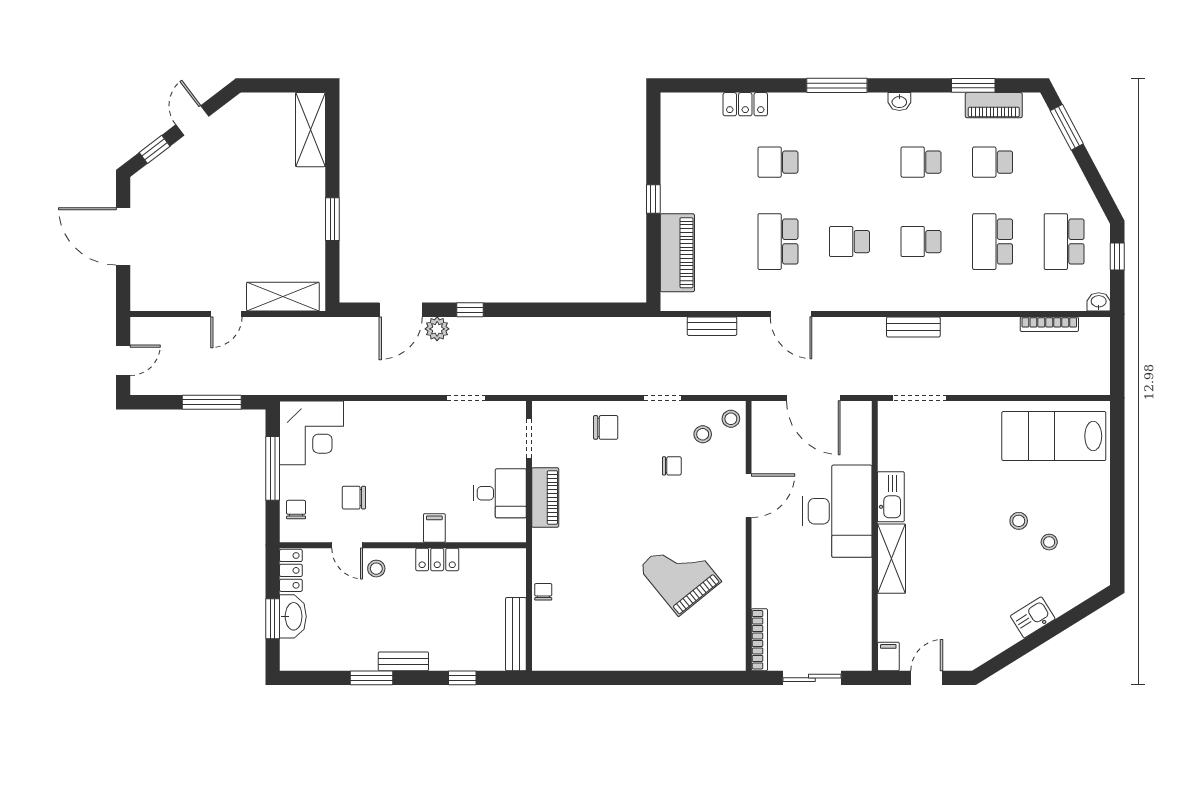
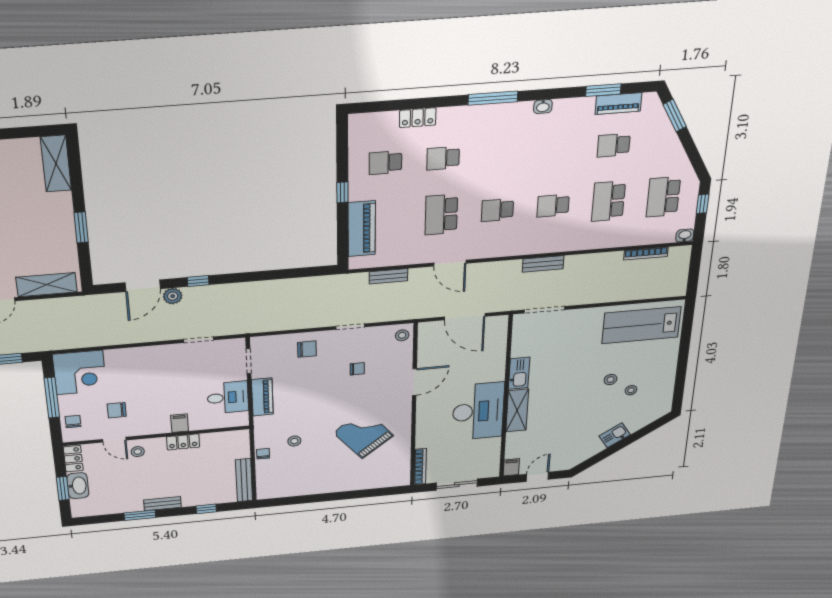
school desk: (921, 162) -> (385, 163), moved
stool: (703, 434) -> (294, 441), moved
desk: (837, 511) -> (478, 411), moved

